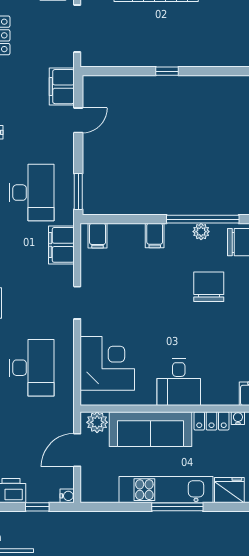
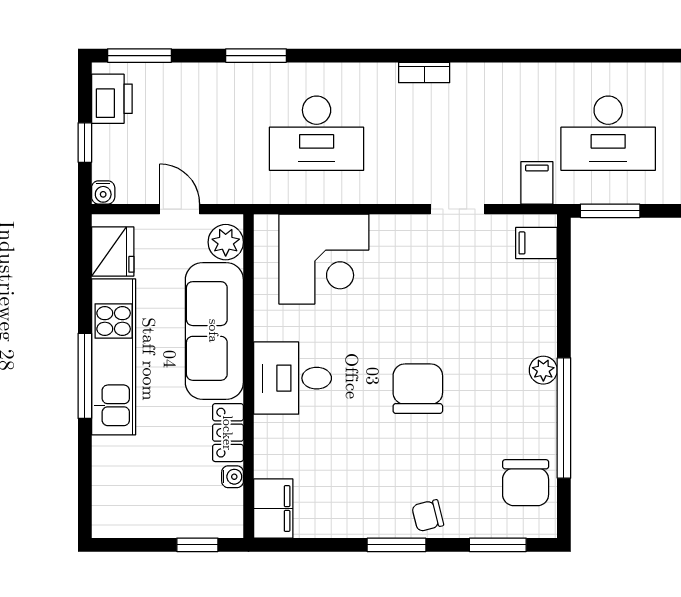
plant: (201, 232) -> (543, 370), moved
filing cabinet: (155, 235) -> (537, 338), removed
filing cabinet: (61, 245) -> (537, 183), width x0.50
chair: (209, 287) -> (418, 389), moved, turned -90
doorway: (77, 303) -> (457, 209), moved
door: (77, 450) -> (180, 209), width x0.73
fridge: (229, 490) -> (113, 251), moved

